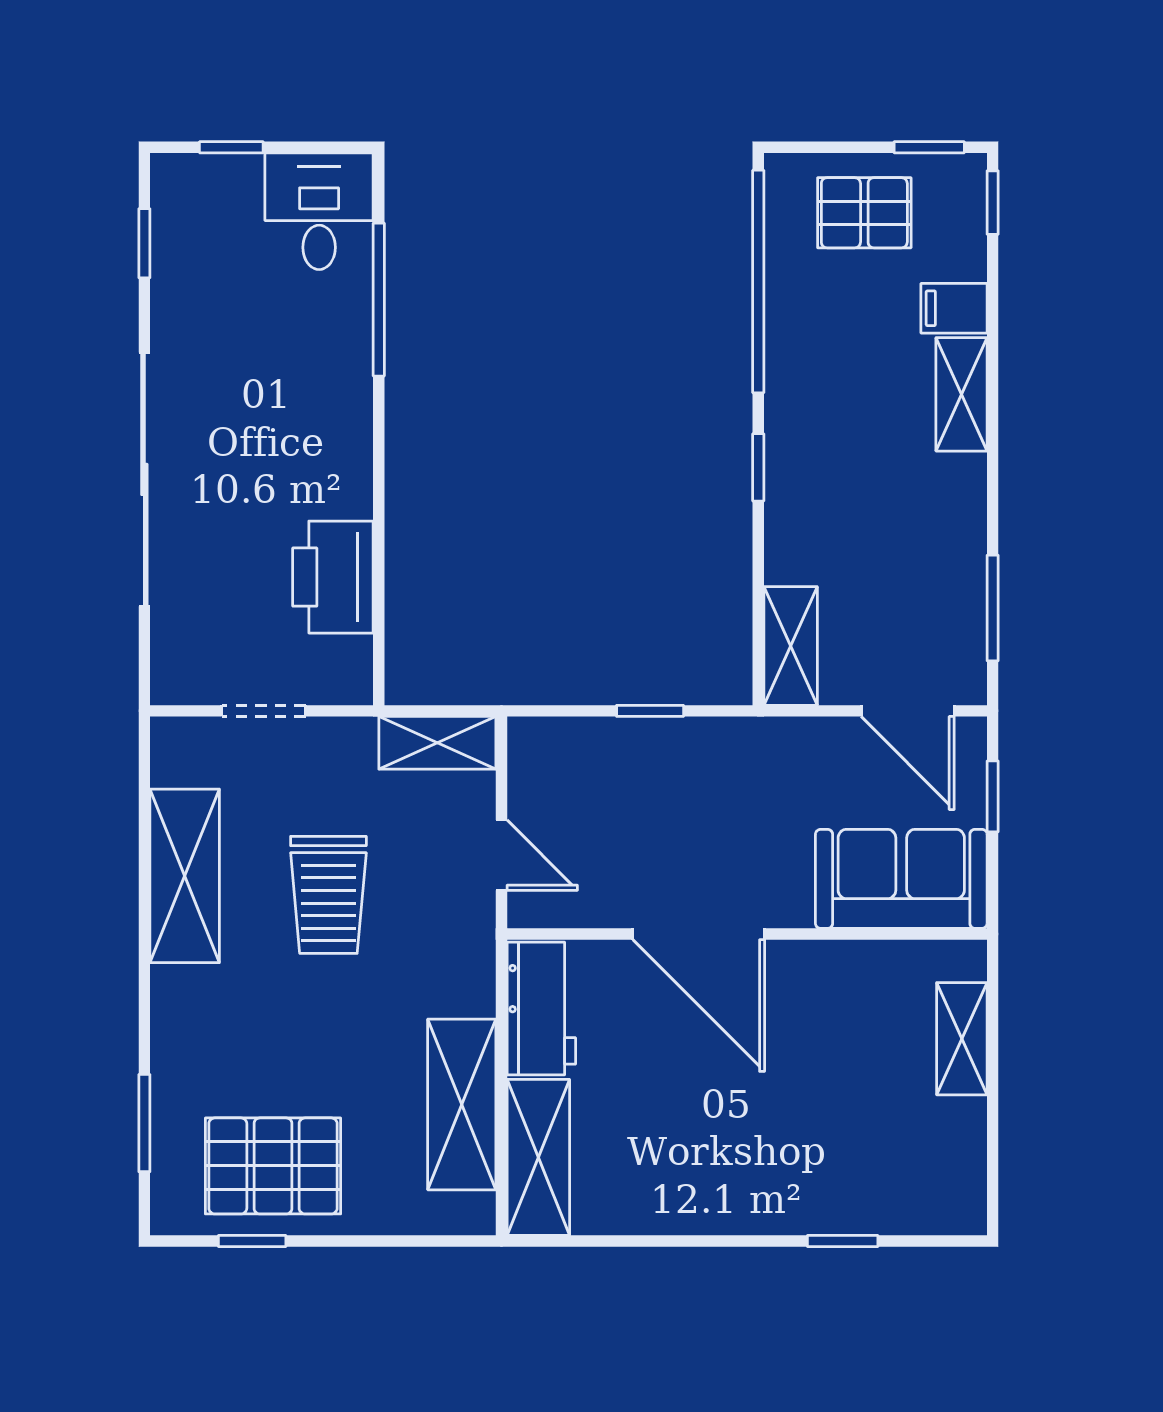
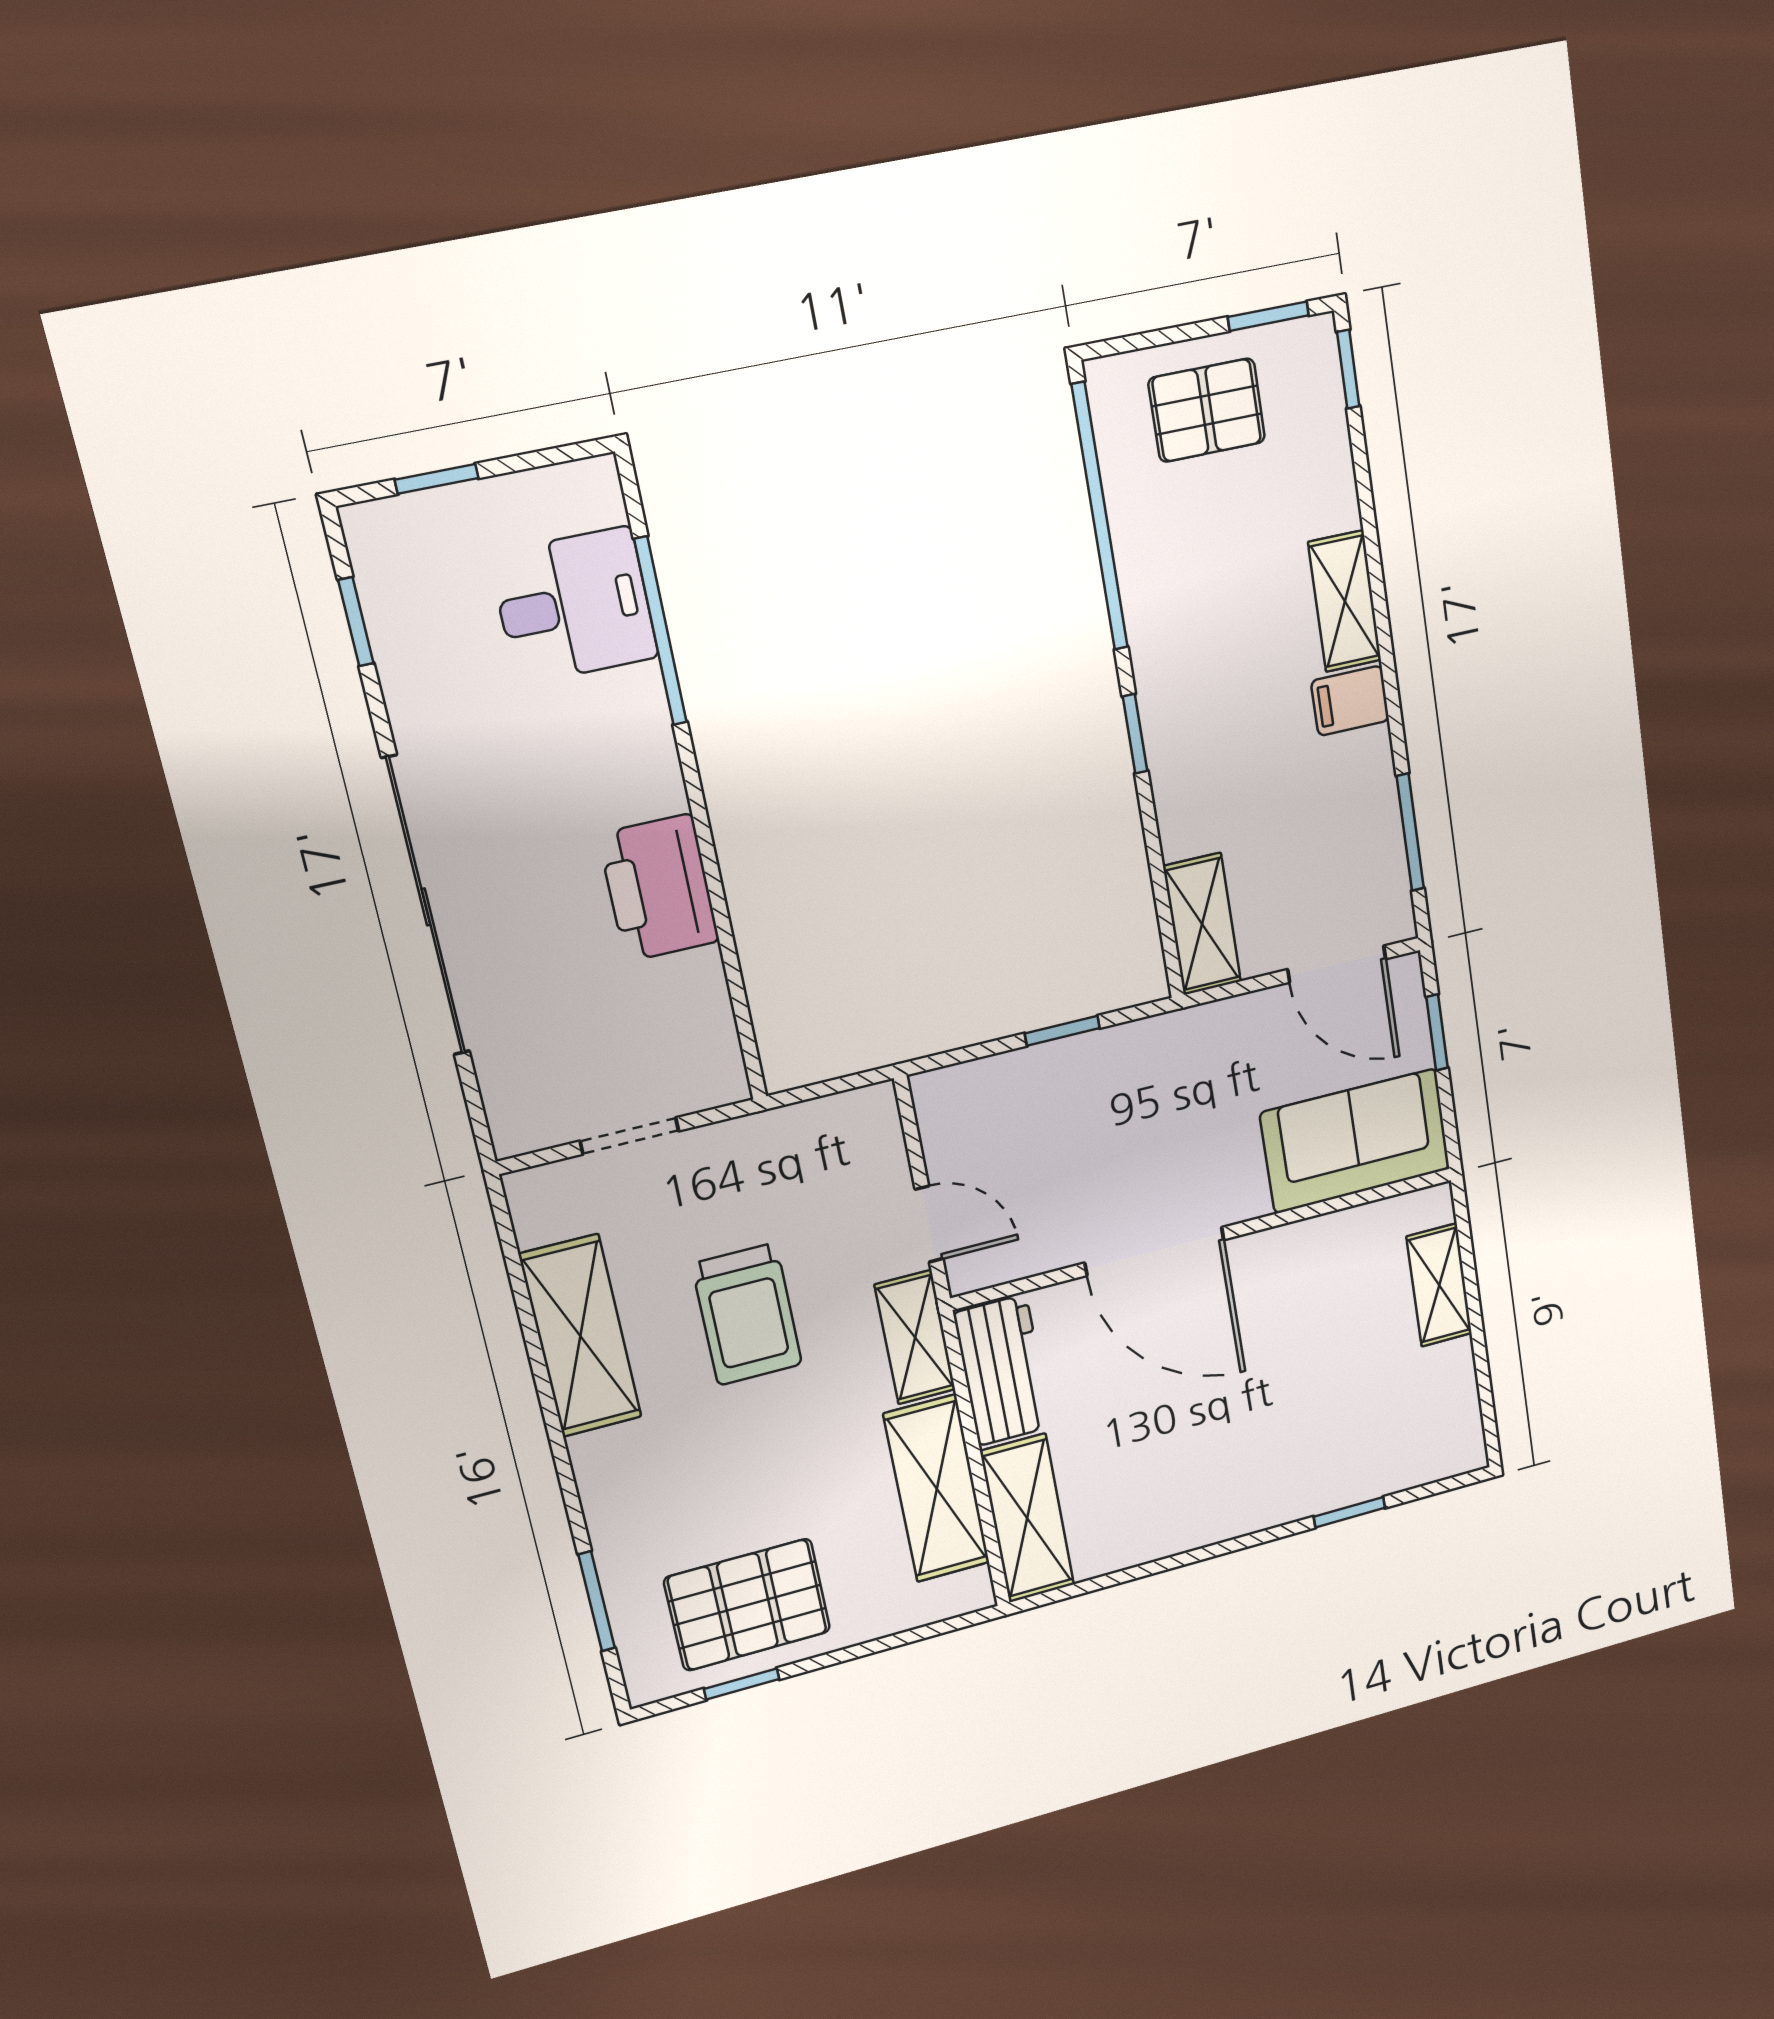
desk: (319, 211) -> (574, 606), moved, turned 90
filing cabinet: (954, 308) -> (1350, 701), moved
printer: (333, 577) -> (659, 888), moved
shelving: (437, 743) -> (915, 1337), moved, turned 90

